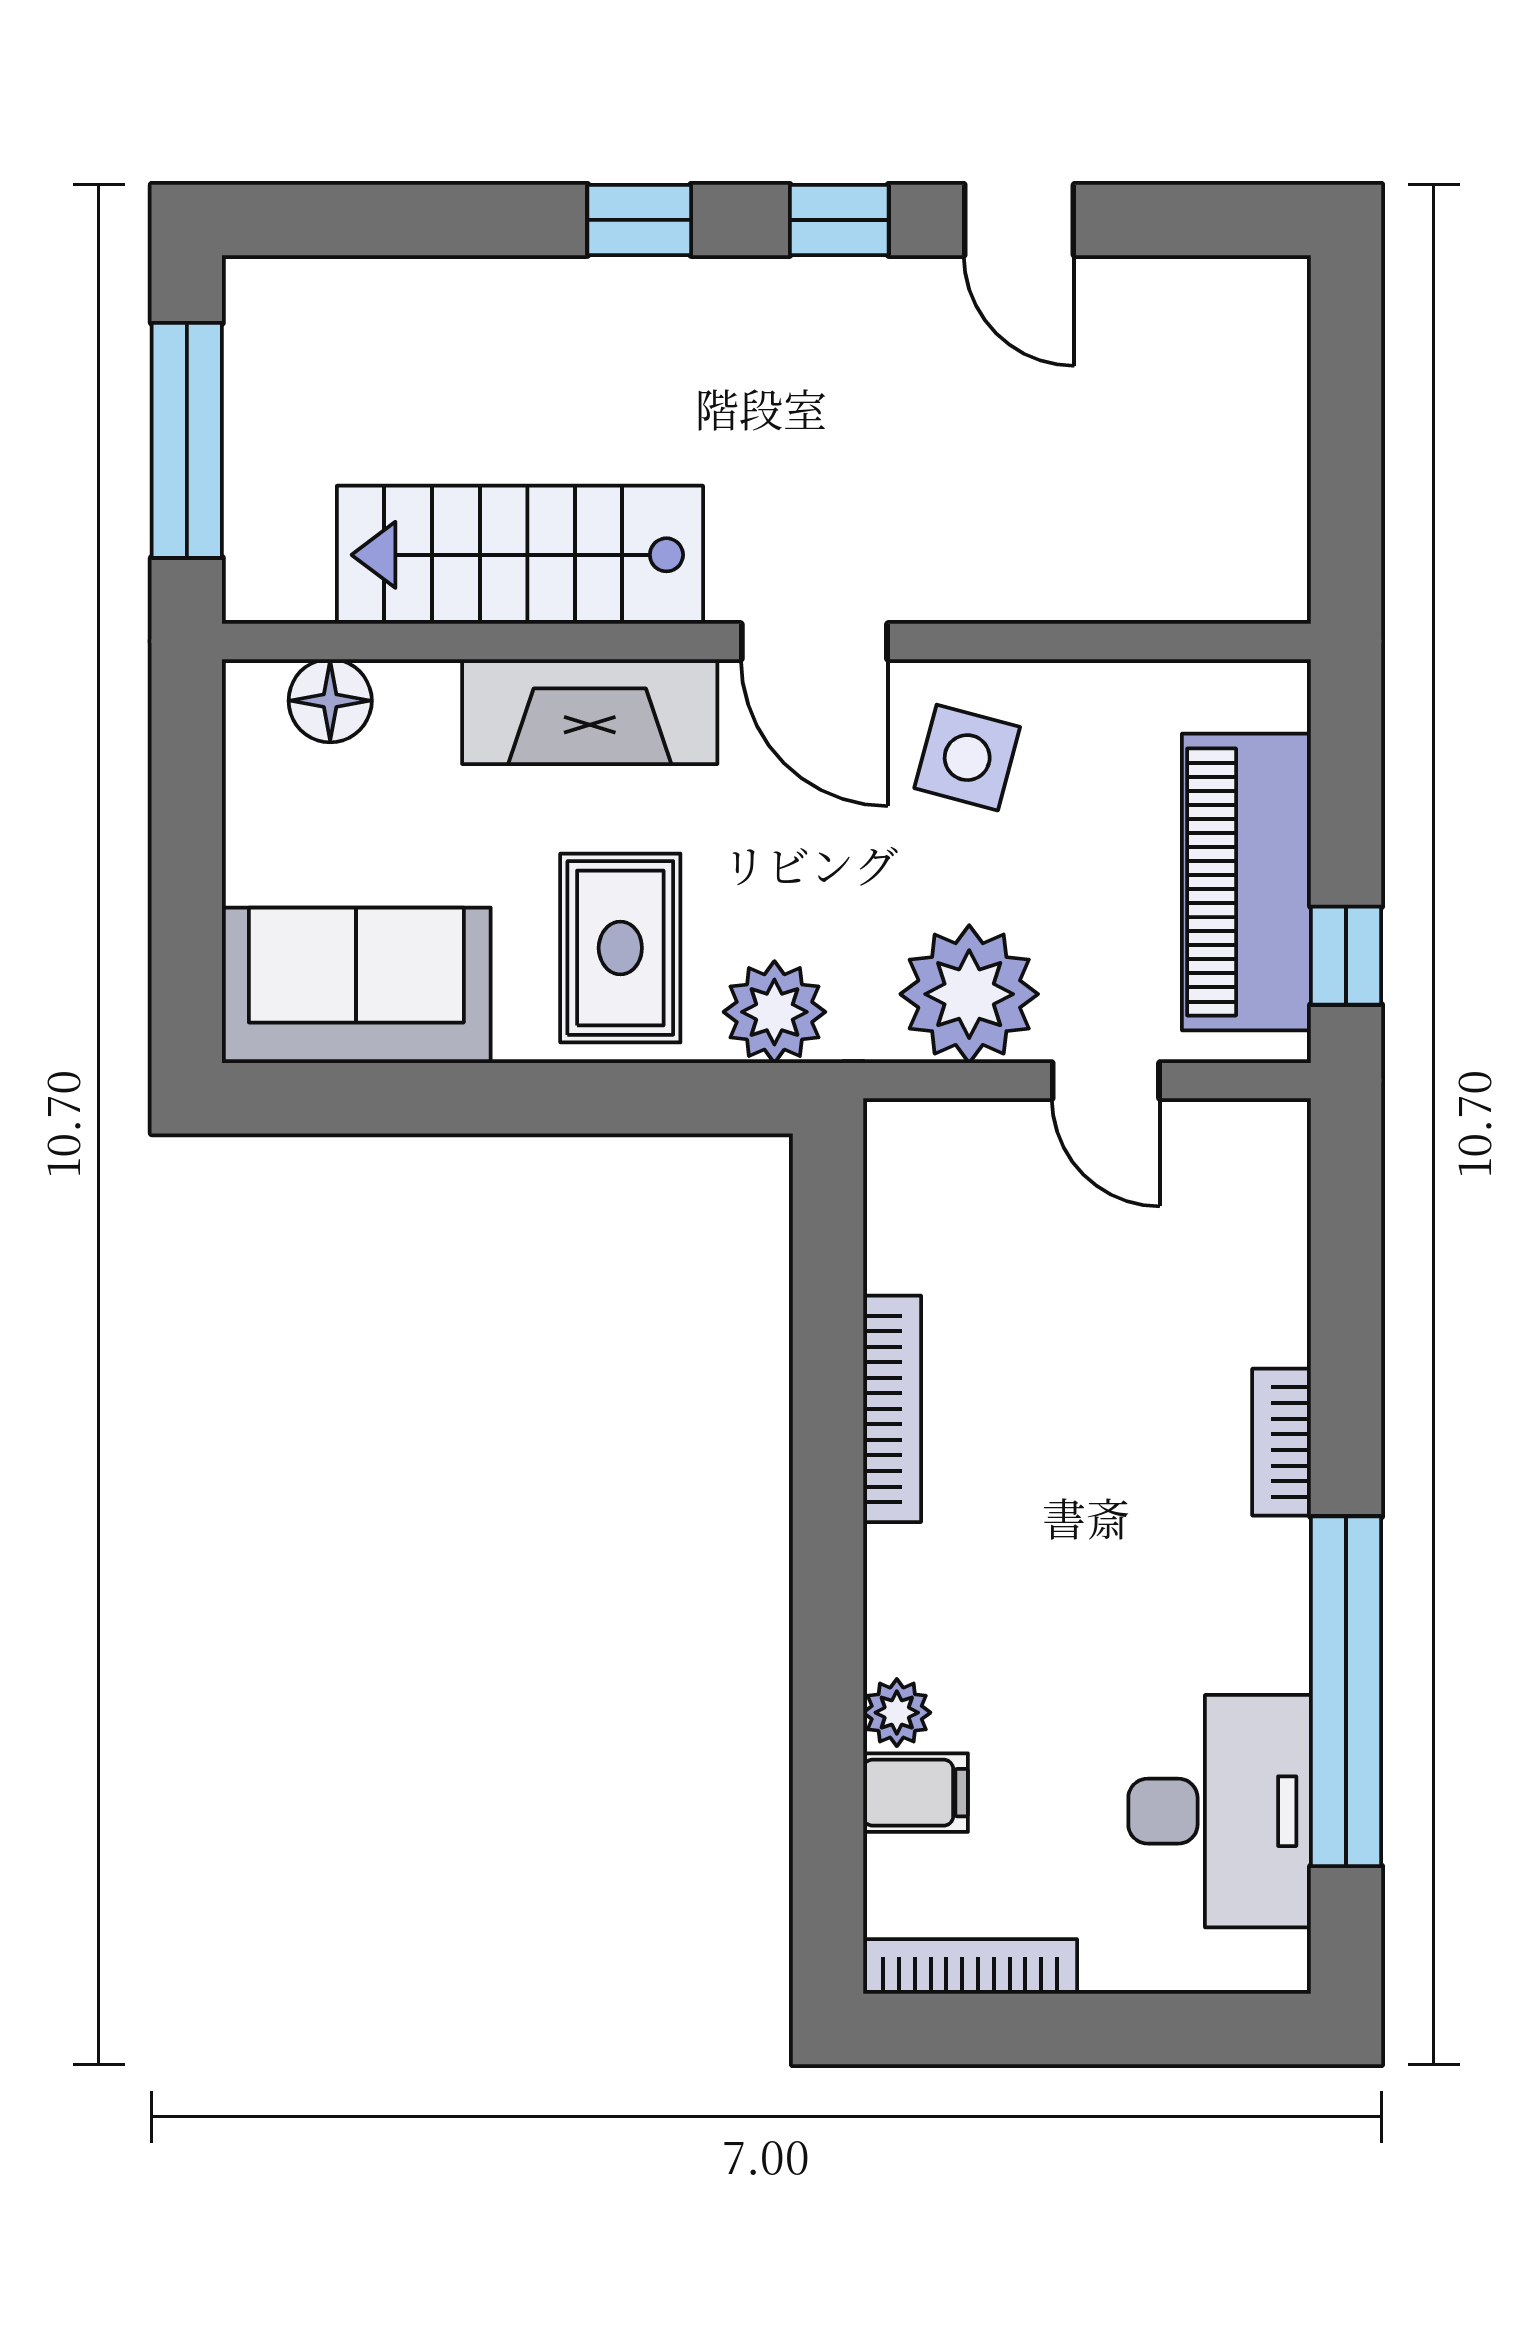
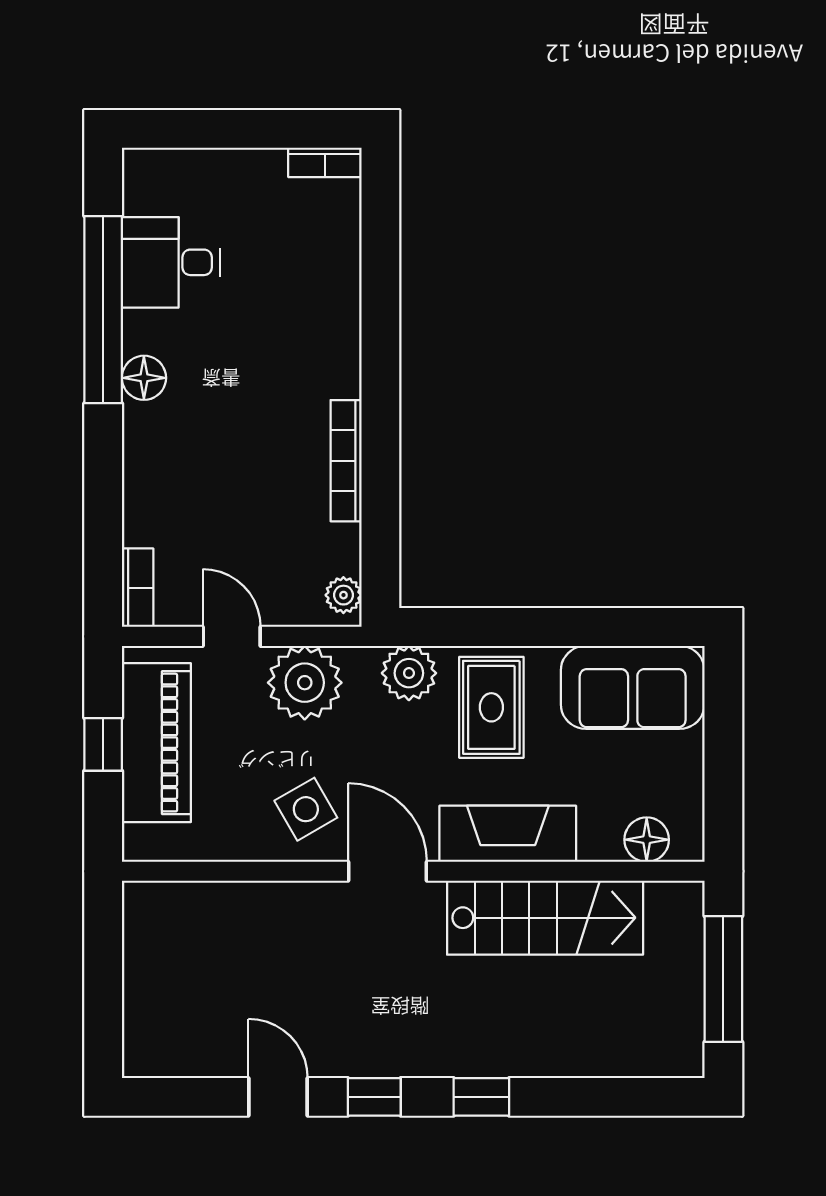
side table: (967, 758) -> (306, 809), turned 45
window: (1346, 956) -> (103, 744), moved
bookcase: (1282, 1442) -> (138, 588), moved
floor lamp: (1270, 1564) -> (144, 378), added
plant: (897, 1713) -> (343, 595), moved
filing cabinet: (915, 1793) -> (333, 255), removed
desk: (1220, 1811) -> (171, 262), width x0.73
bookcase: (970, 1967) -> (325, 162), width x0.64

